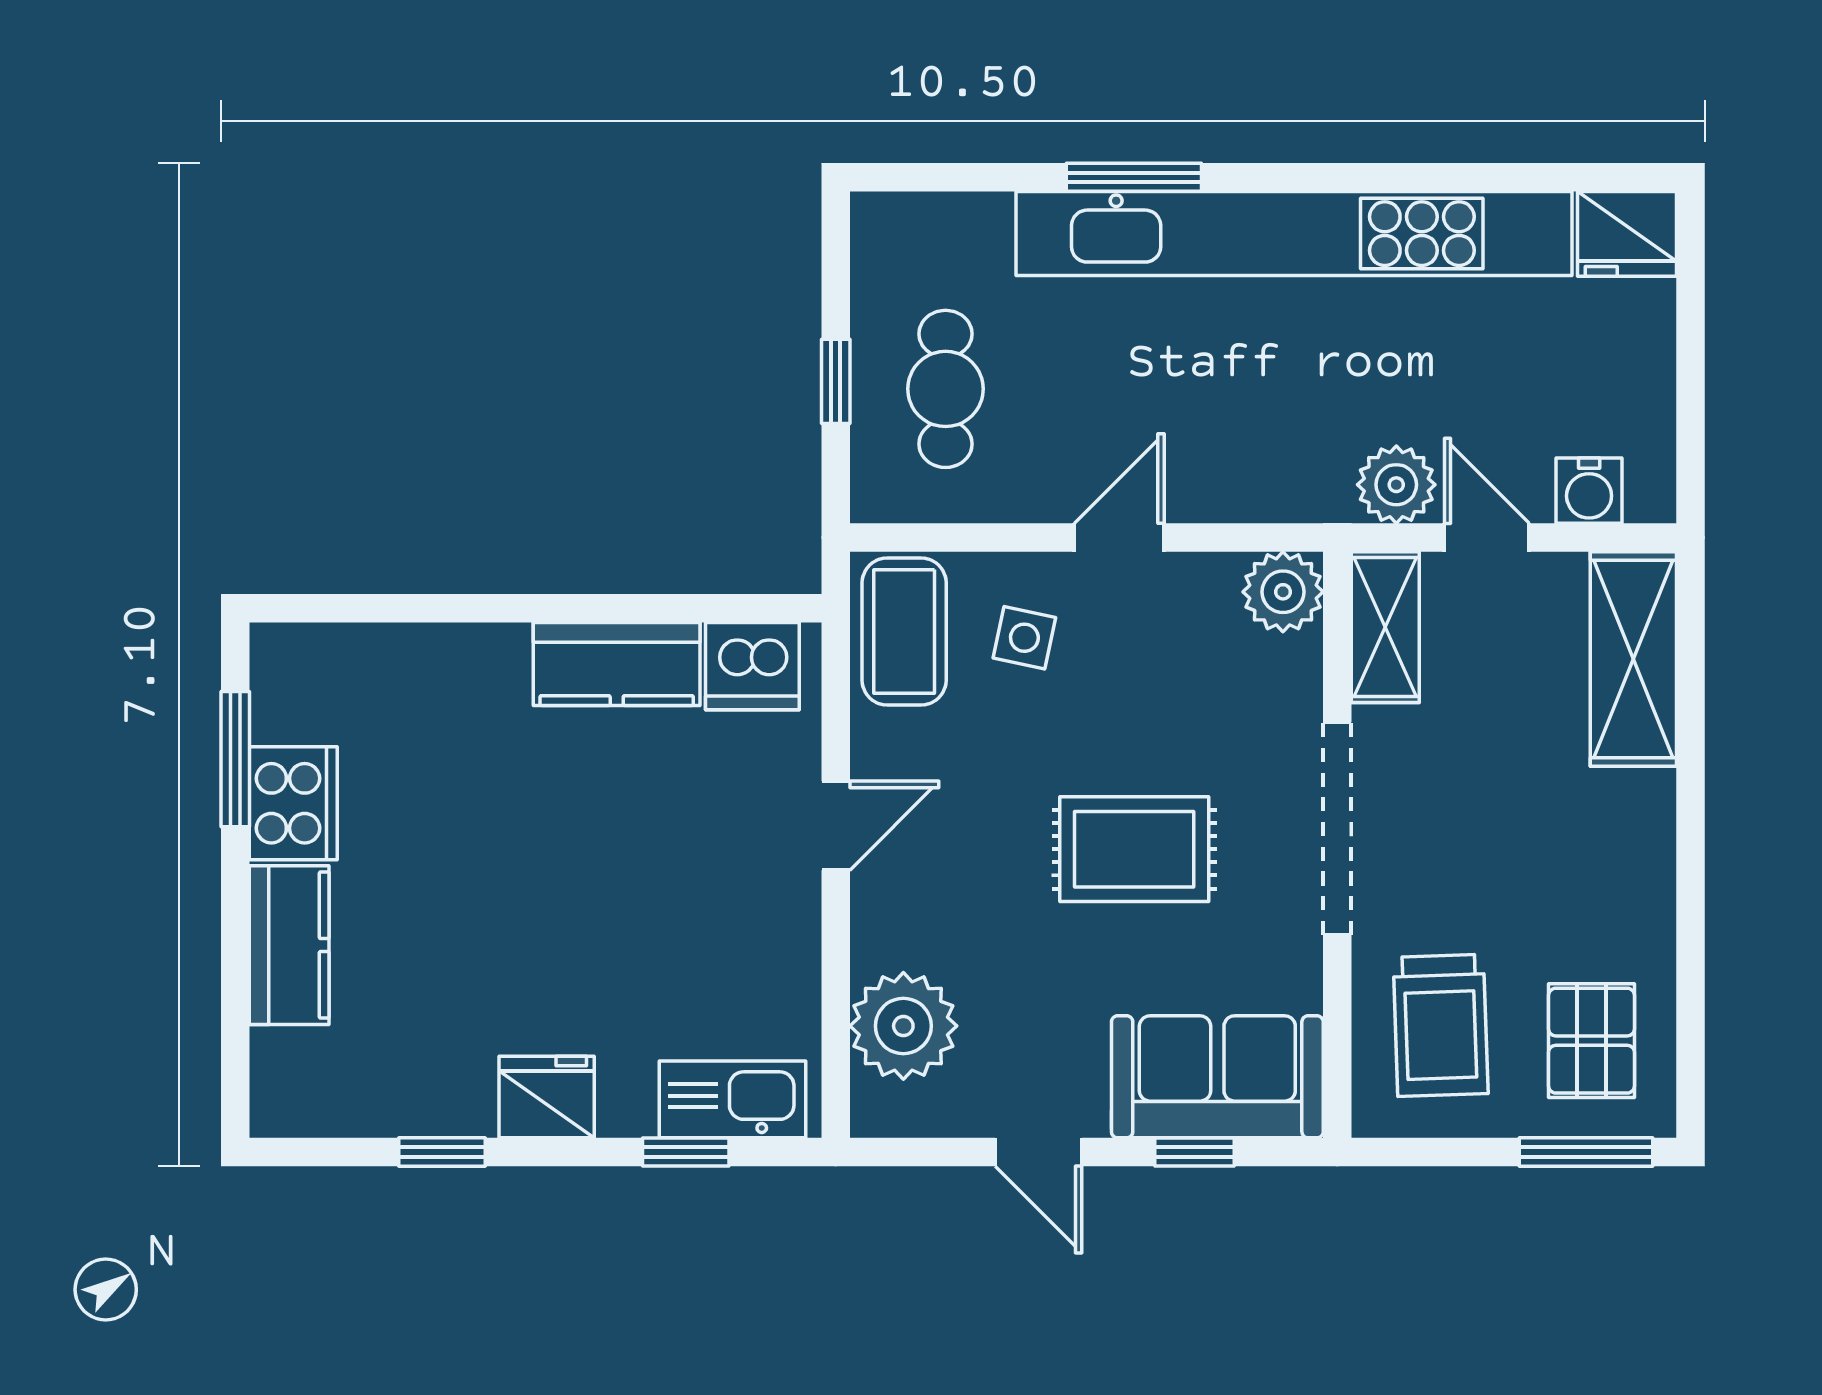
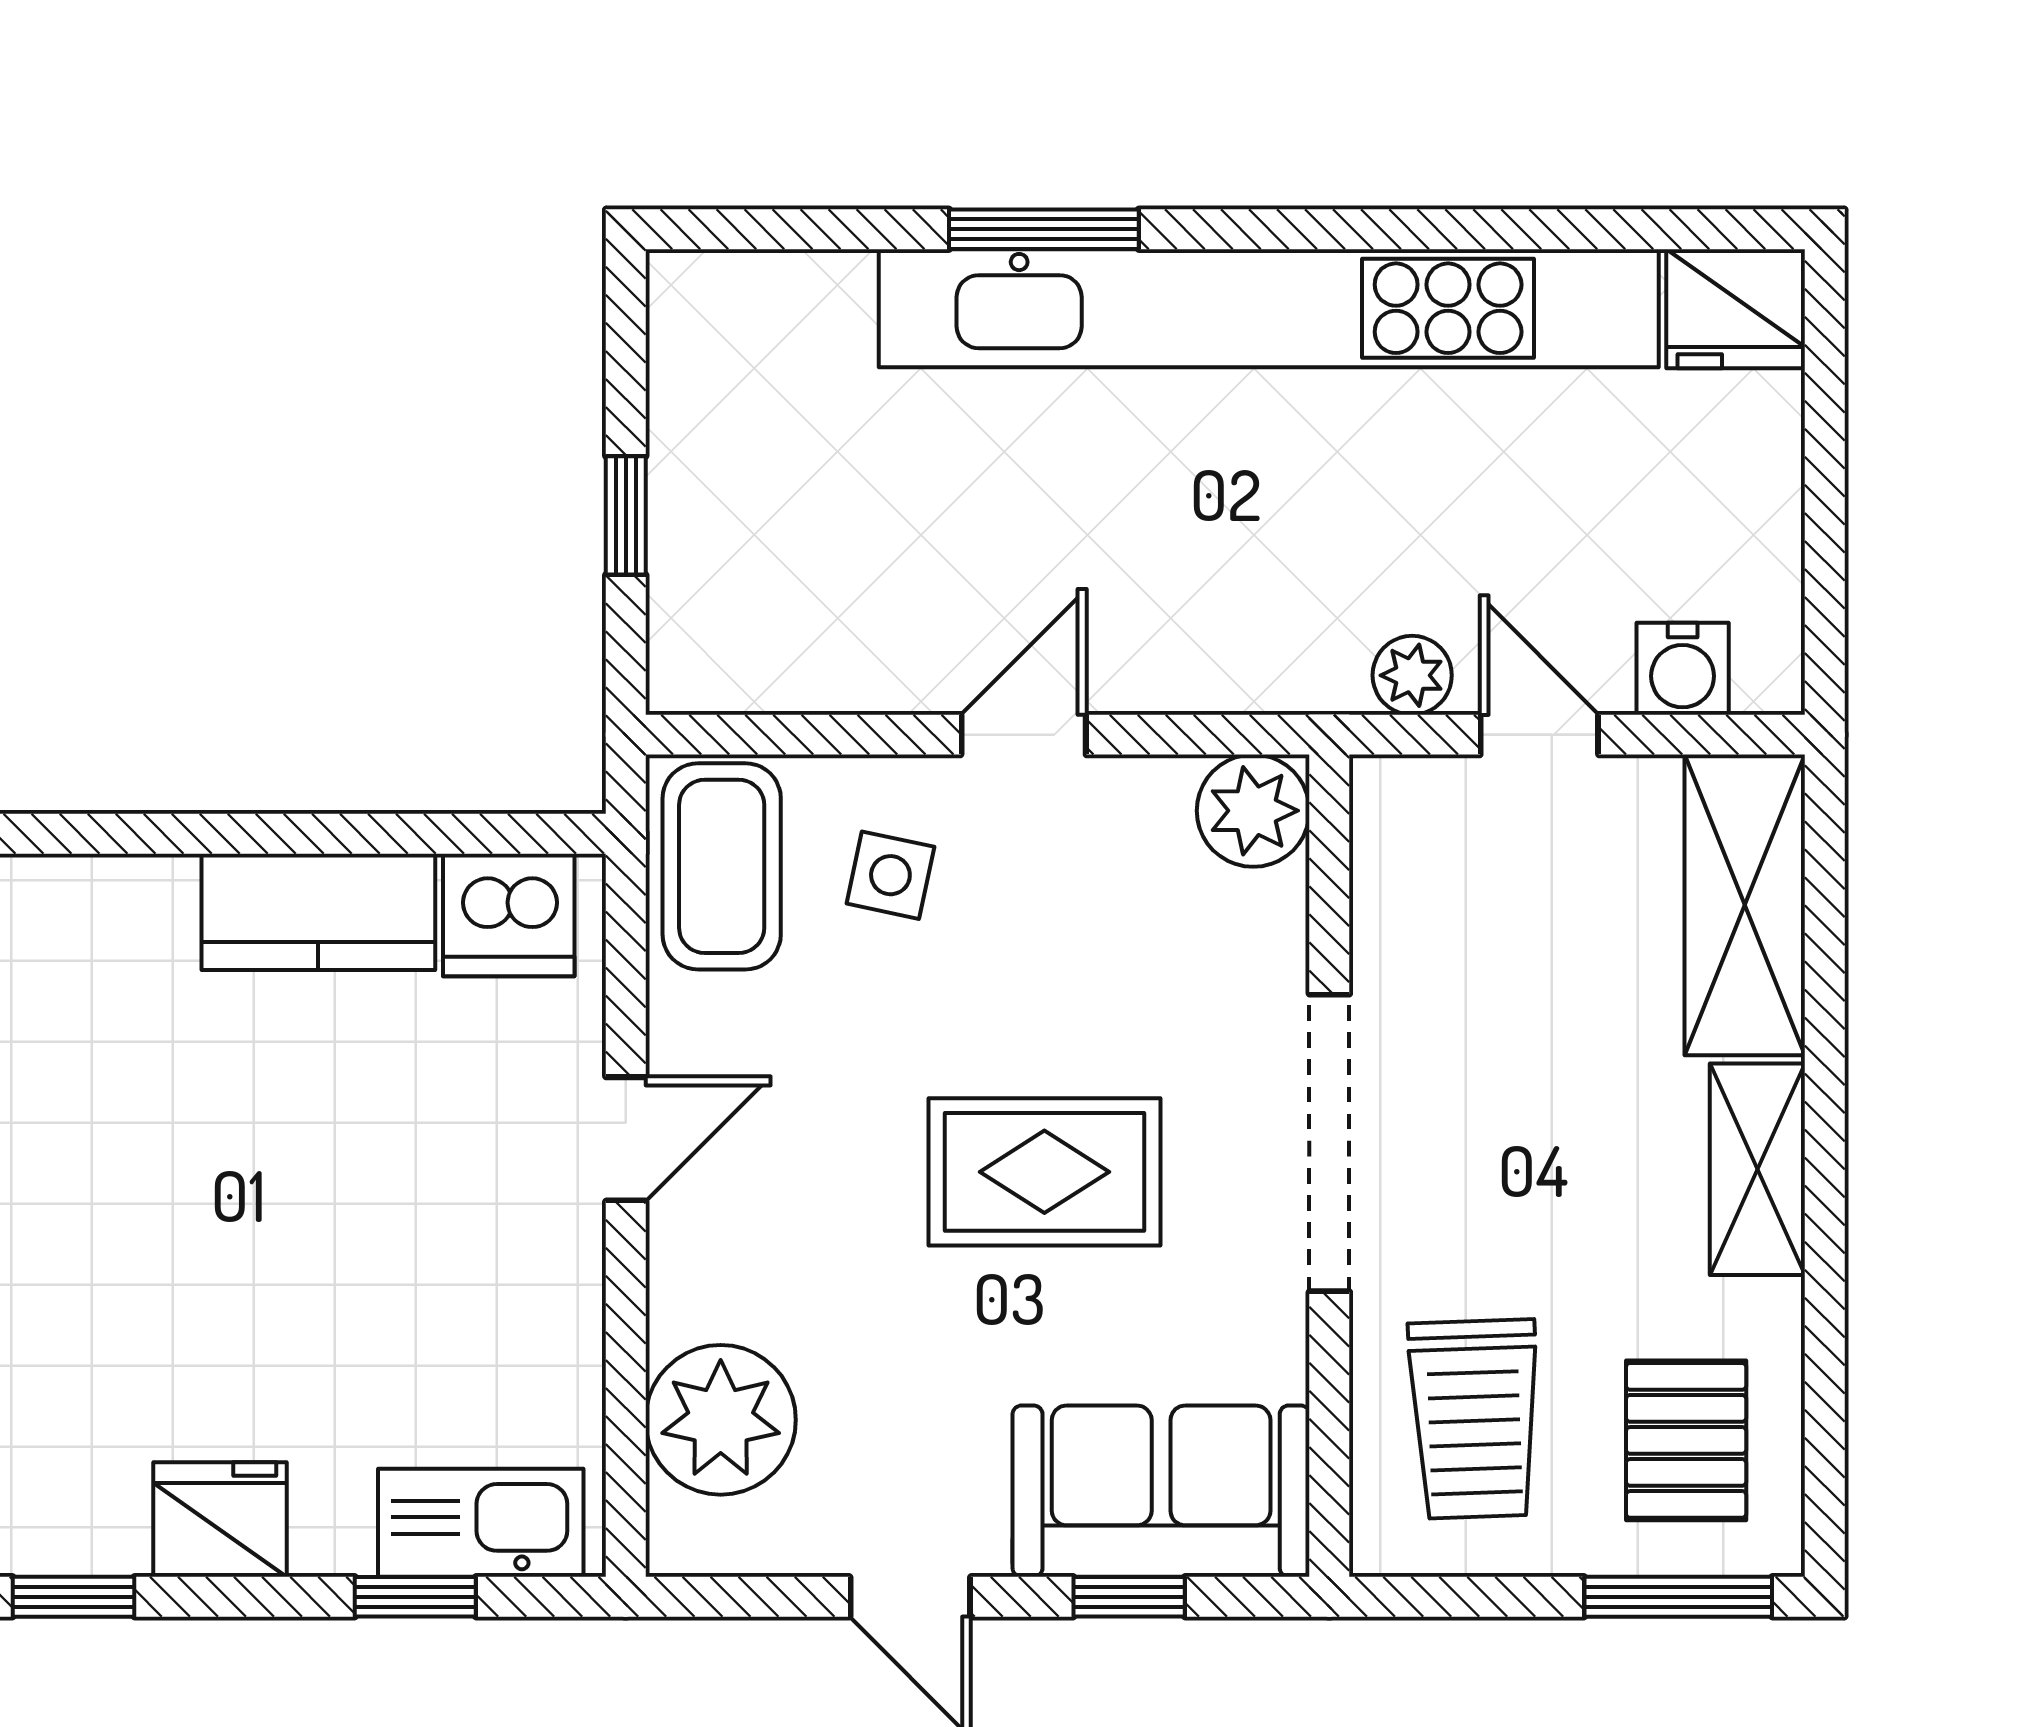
cafe table: (945, 389) -> (780, 526), removed
plant: (1396, 485) -> (1412, 675), width x0.73, depth x0.73
shelving: (1385, 627) -> (1757, 1169), moved

